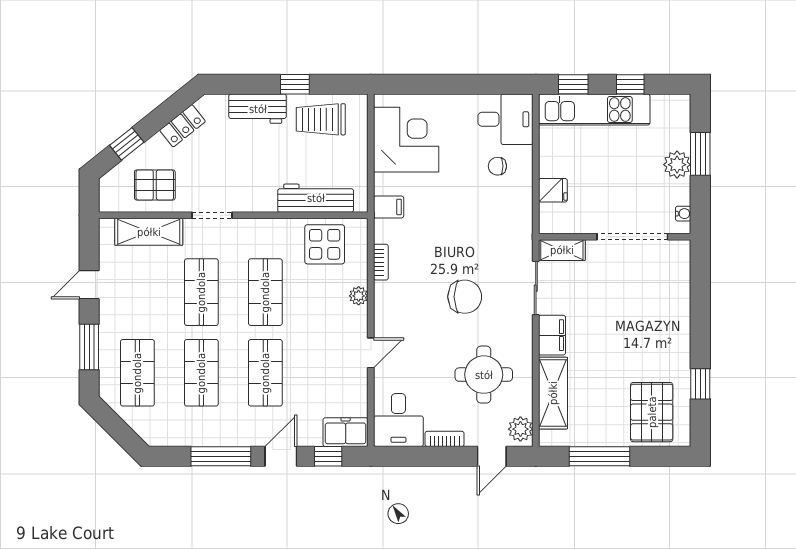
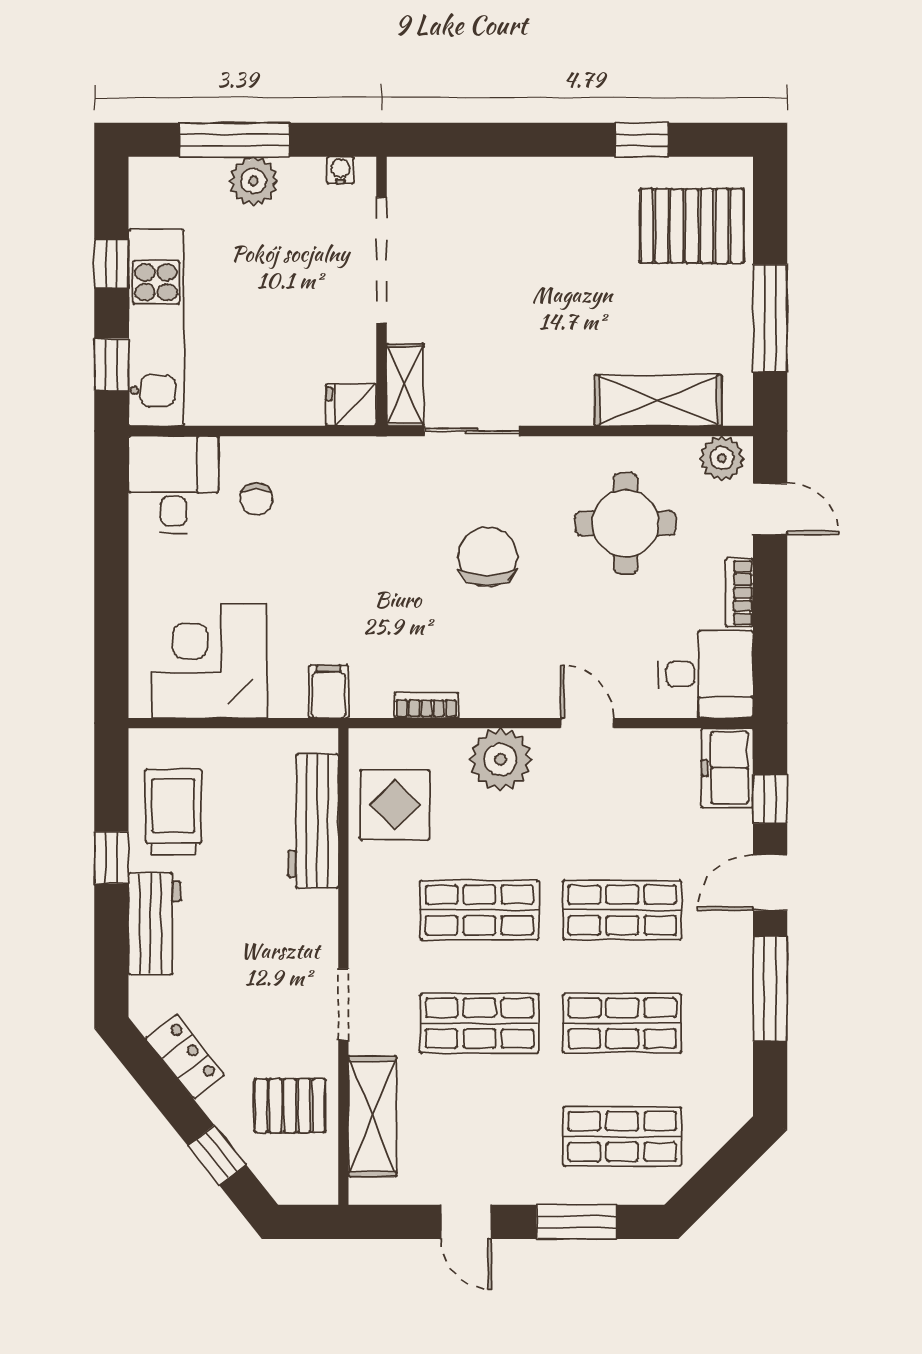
trolley: (321, 119) -> (173, 812), turned 180
window: (700, 154) -> (235, 140), width x1.44
pallet: (155, 185) -> (290, 1106), turned 90
fridge: (553, 190) -> (351, 405), moved, turned -90
plant: (359, 296) -> (501, 759), width x1.88, depth x1.88
filing cabinet: (552, 335) -> (556, 402), removed
door: (281, 456) -> (770, 882), hinge flipped

